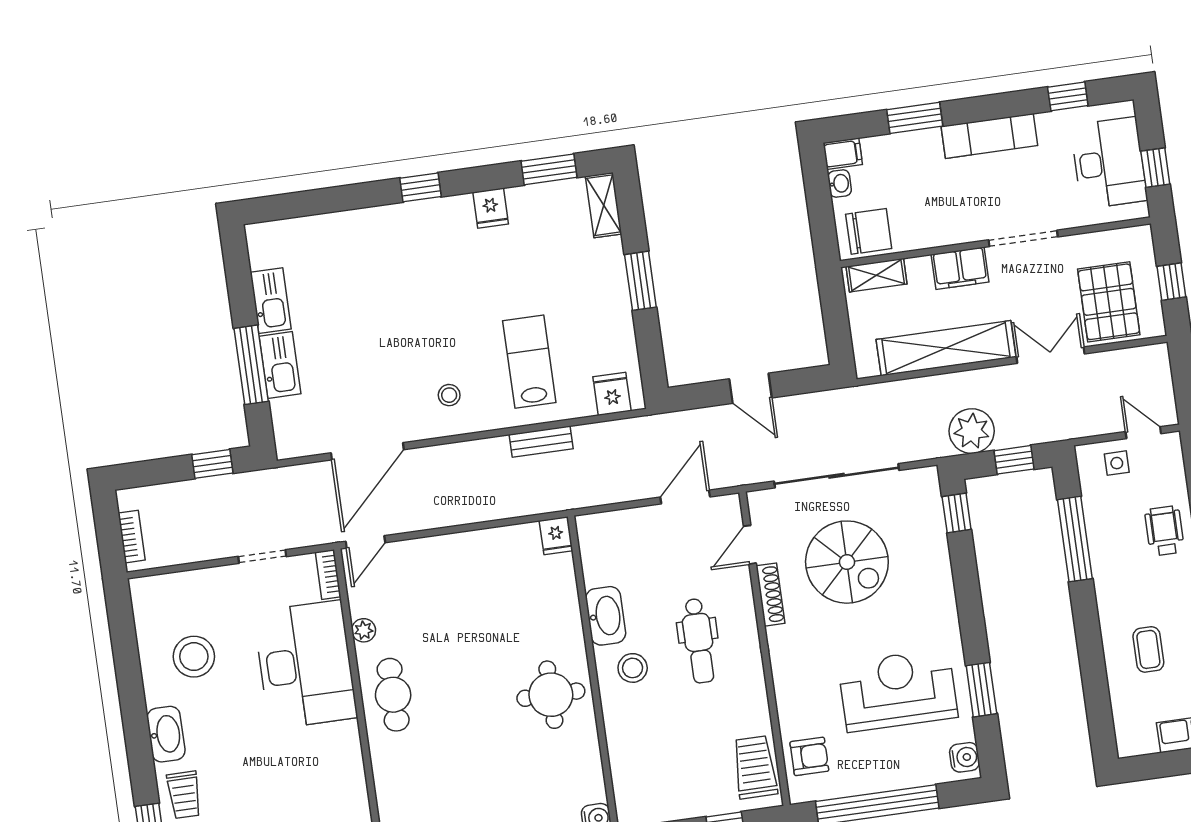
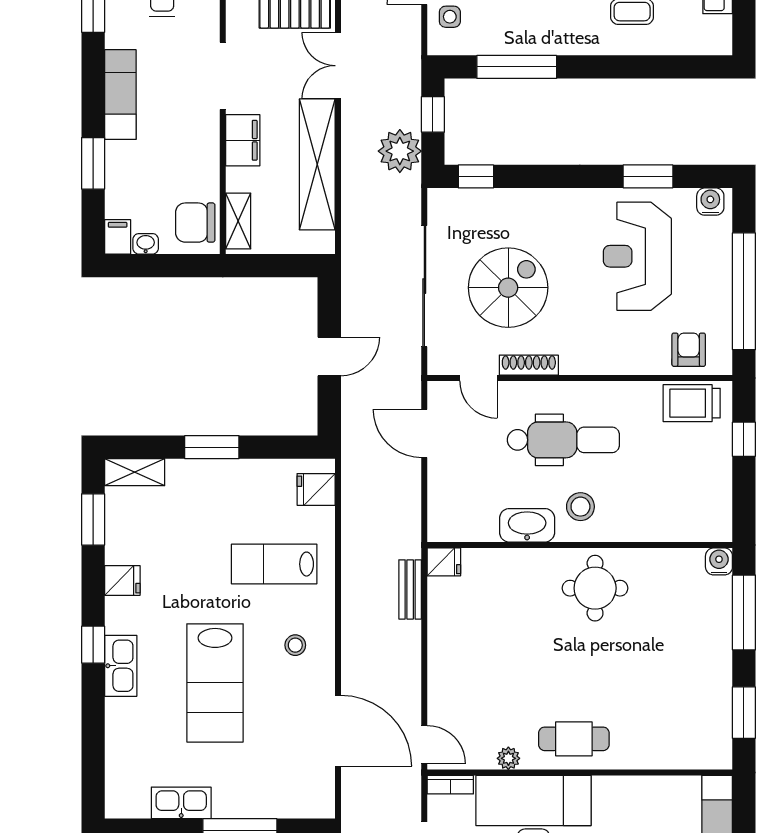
chair: (869, 231) -> (195, 223), turned -90
lab bench: (399, 318) -> (215, 683), added
kitchen sink: (280, 365) -> (121, 666), moved, turned 90
bench: (541, 442) -> (410, 589), moved
dental chair: (699, 641) -> (563, 440), width x1.36, depth x1.38

